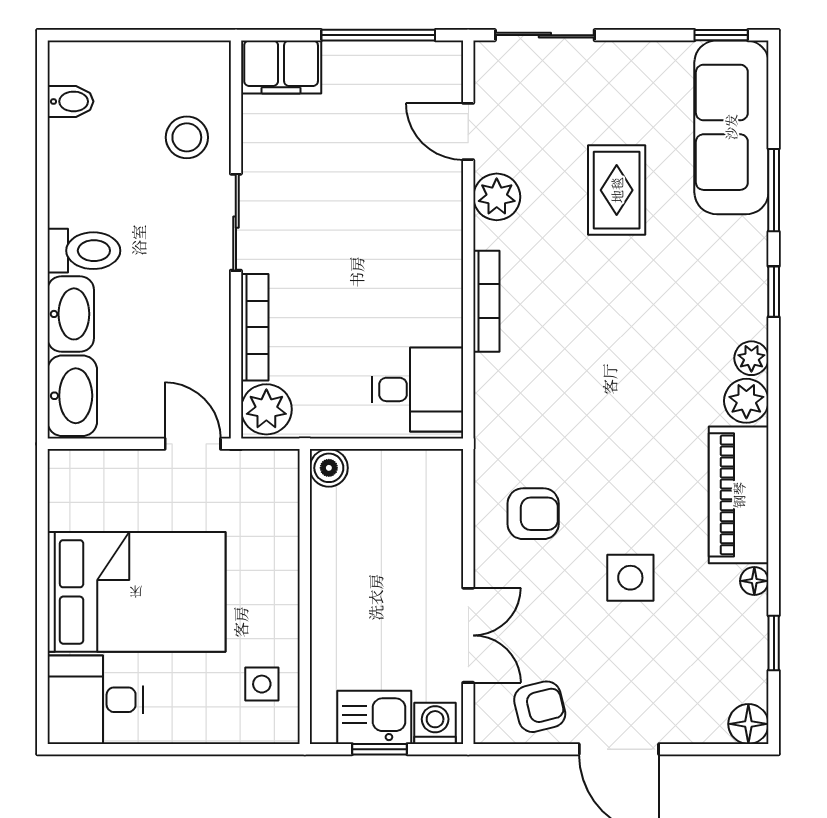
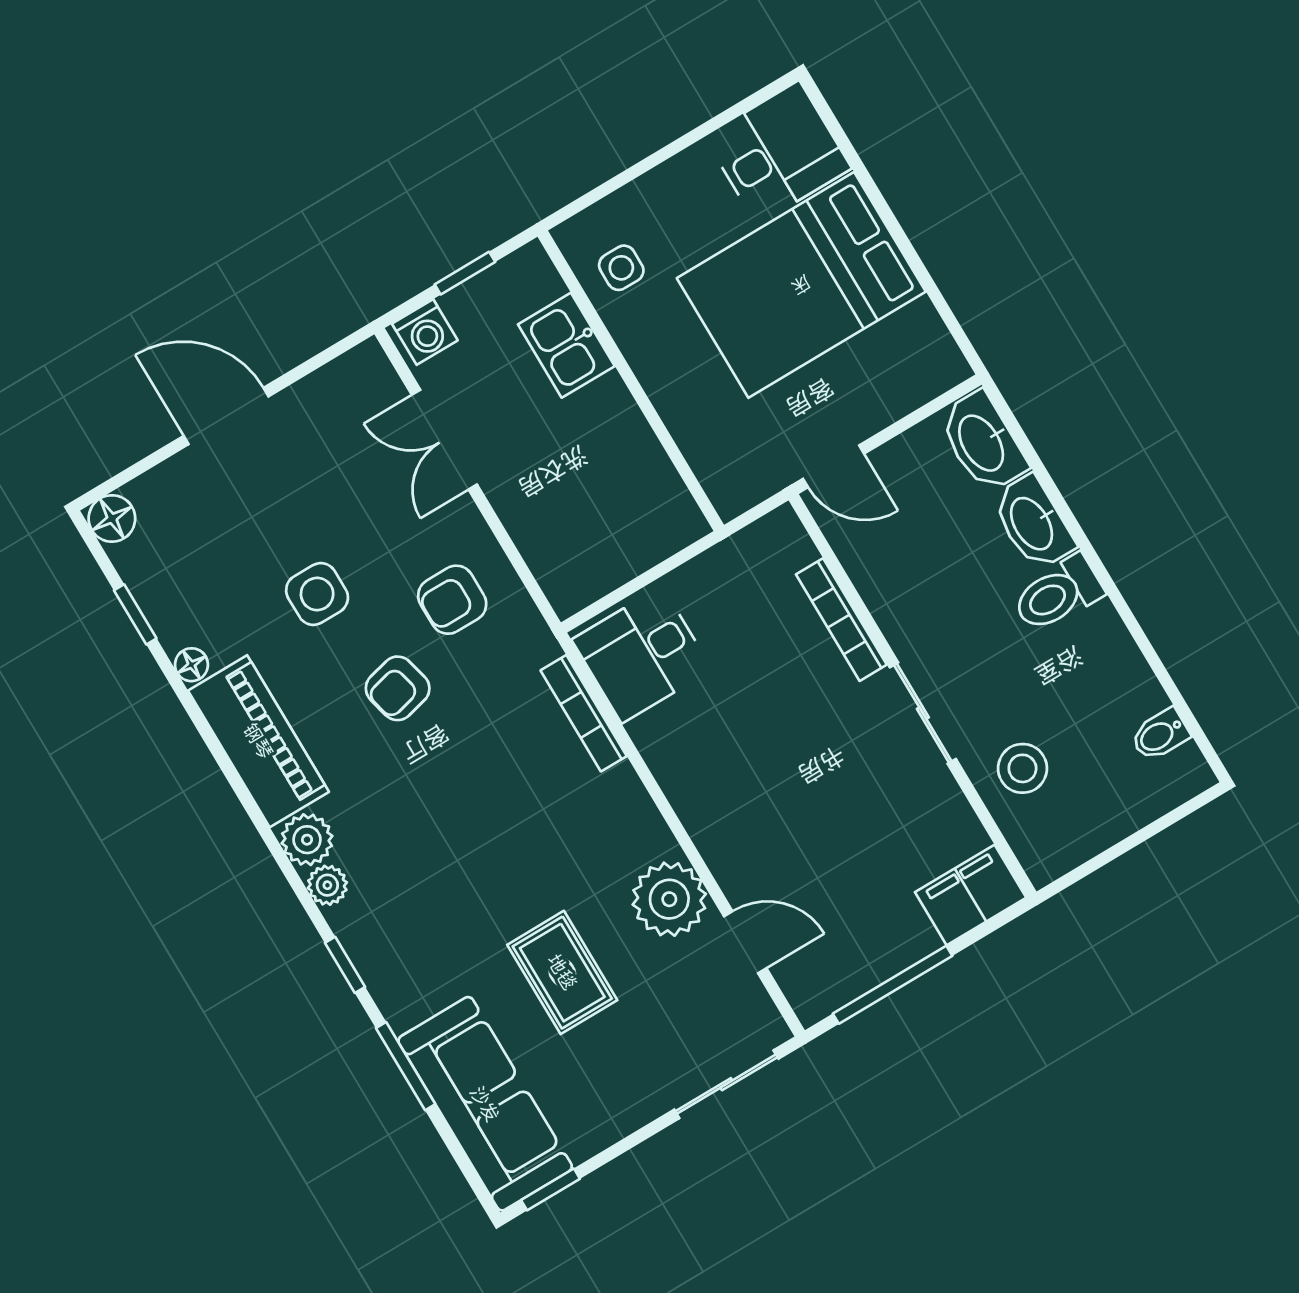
plant: (497, 197) -> (669, 899), width x1.36, depth x1.36
bookcase: (486, 301) -> (584, 713), moved
plant: (266, 409) -> (781, 545), removed
boiler: (329, 468) -> (684, 523), removed
armchair: (540, 707) -> (398, 688), moved
kitchen sink: (374, 717) -> (566, 345), moved, turned 90

